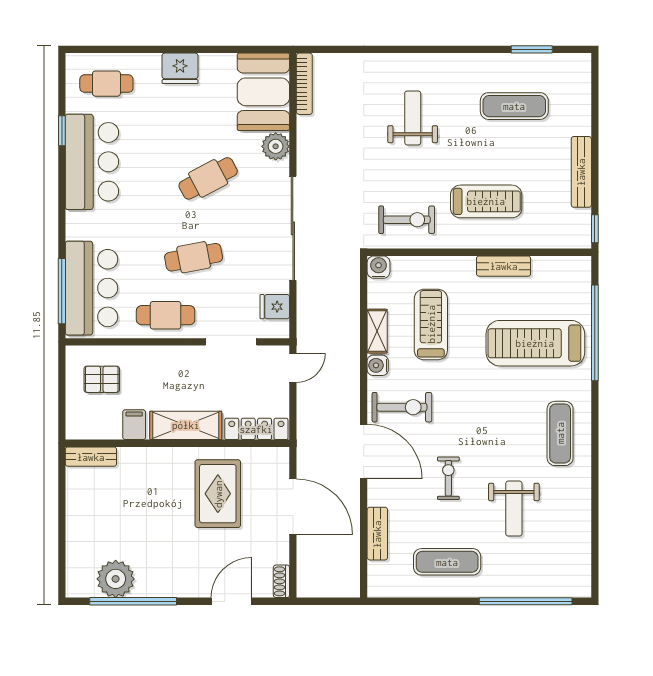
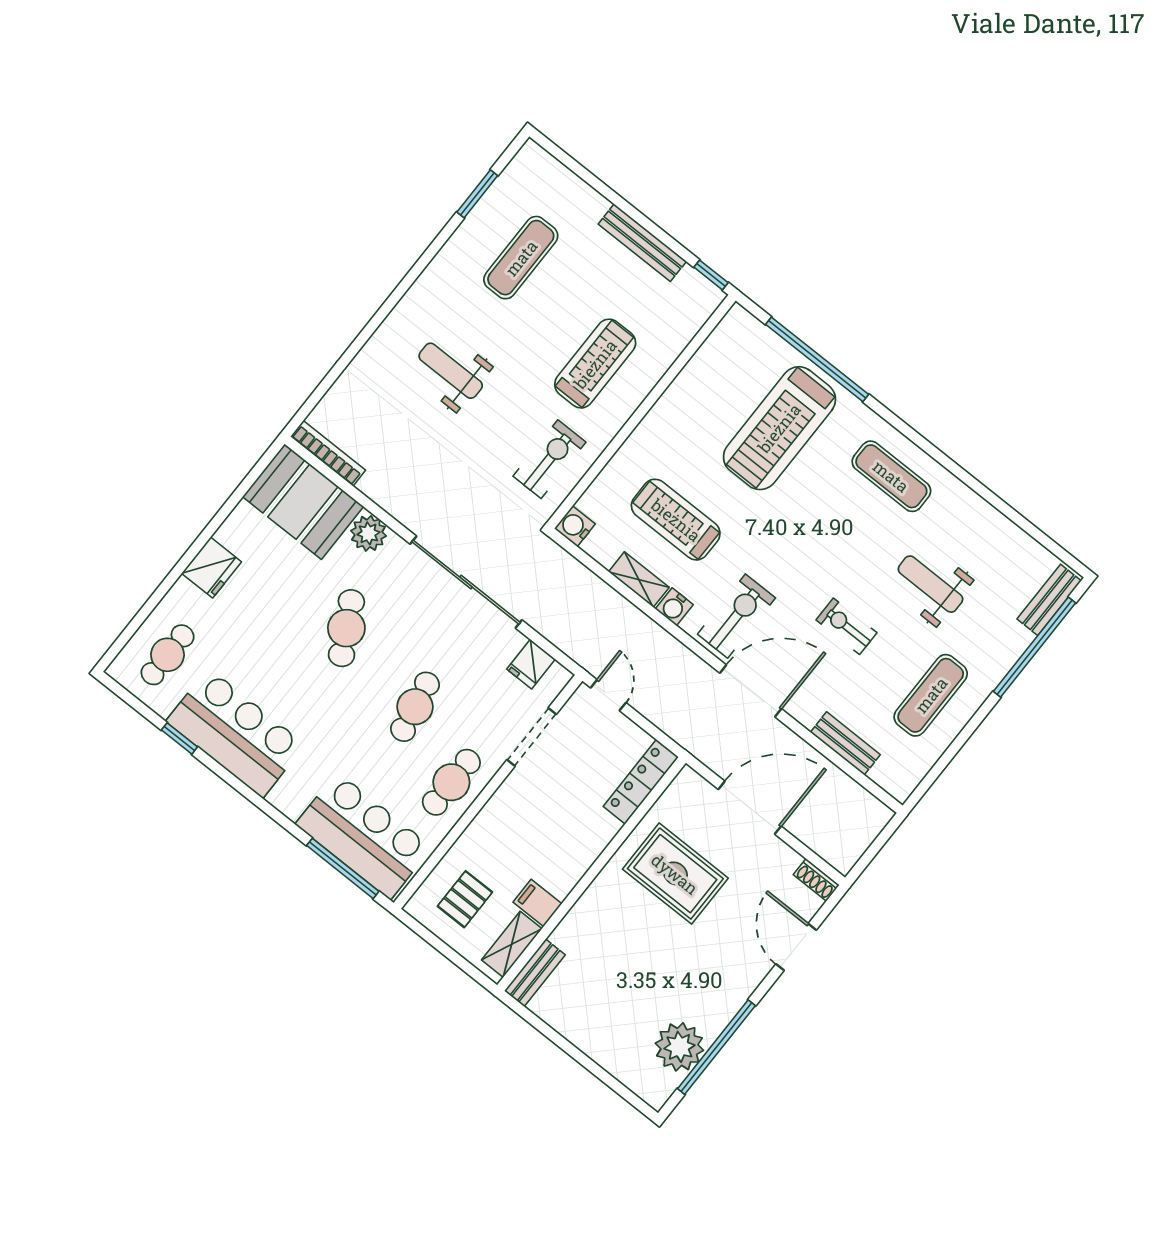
bench: (504, 266) -> (1049, 600), moved
shelving: (186, 425) -> (512, 944), moved, width x0.67, depth x0.75
weight bench: (514, 509) -> (930, 584), turned 180

